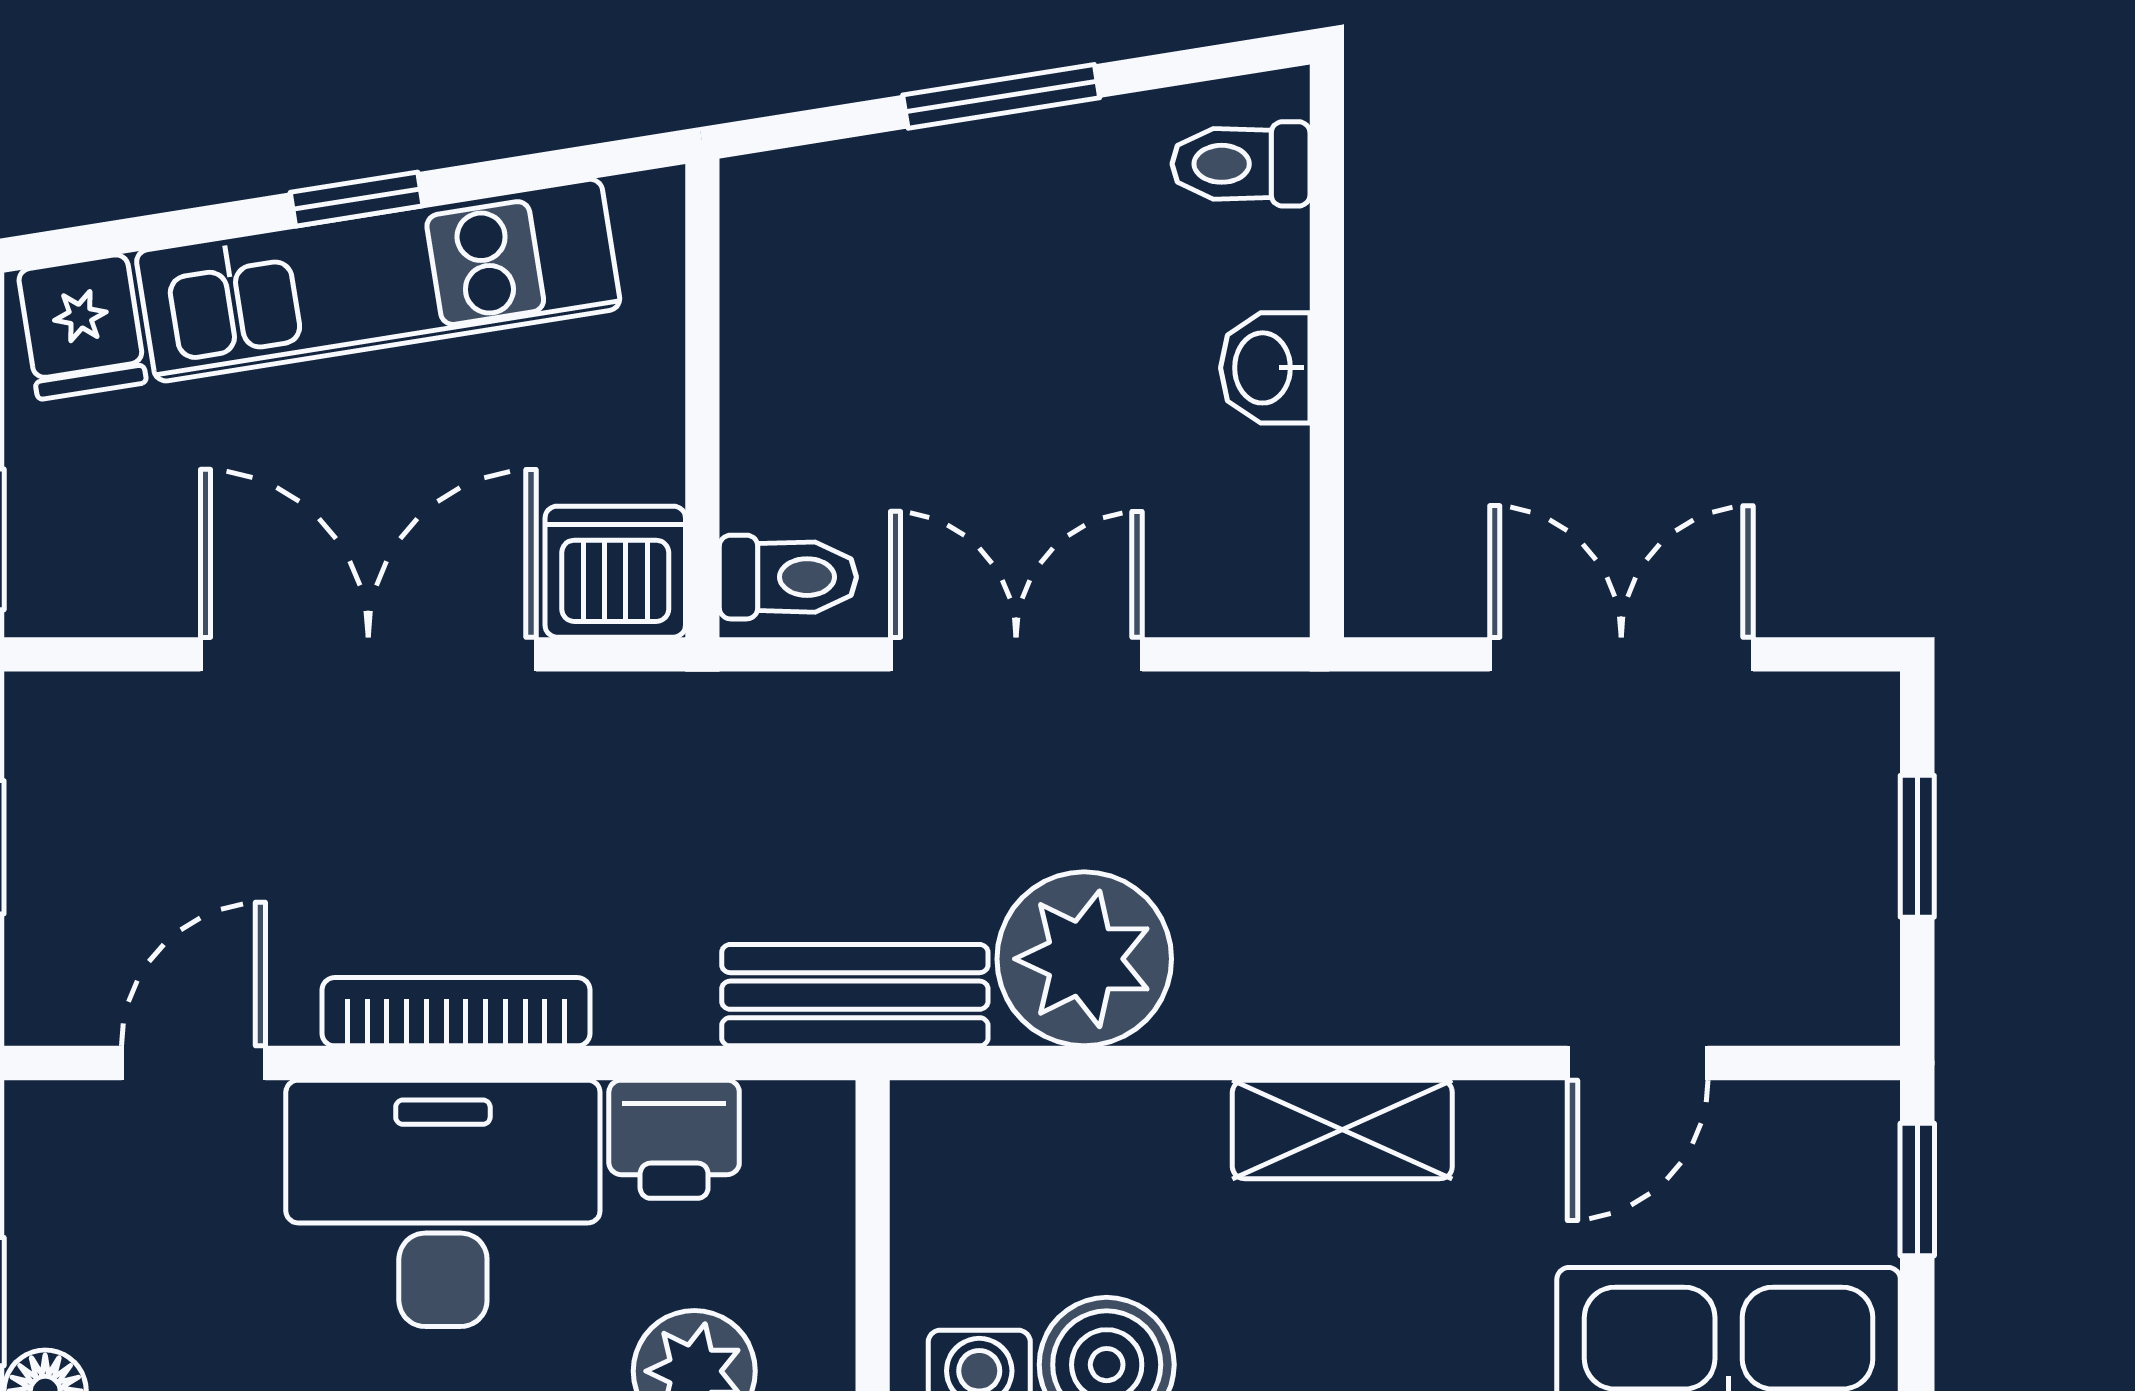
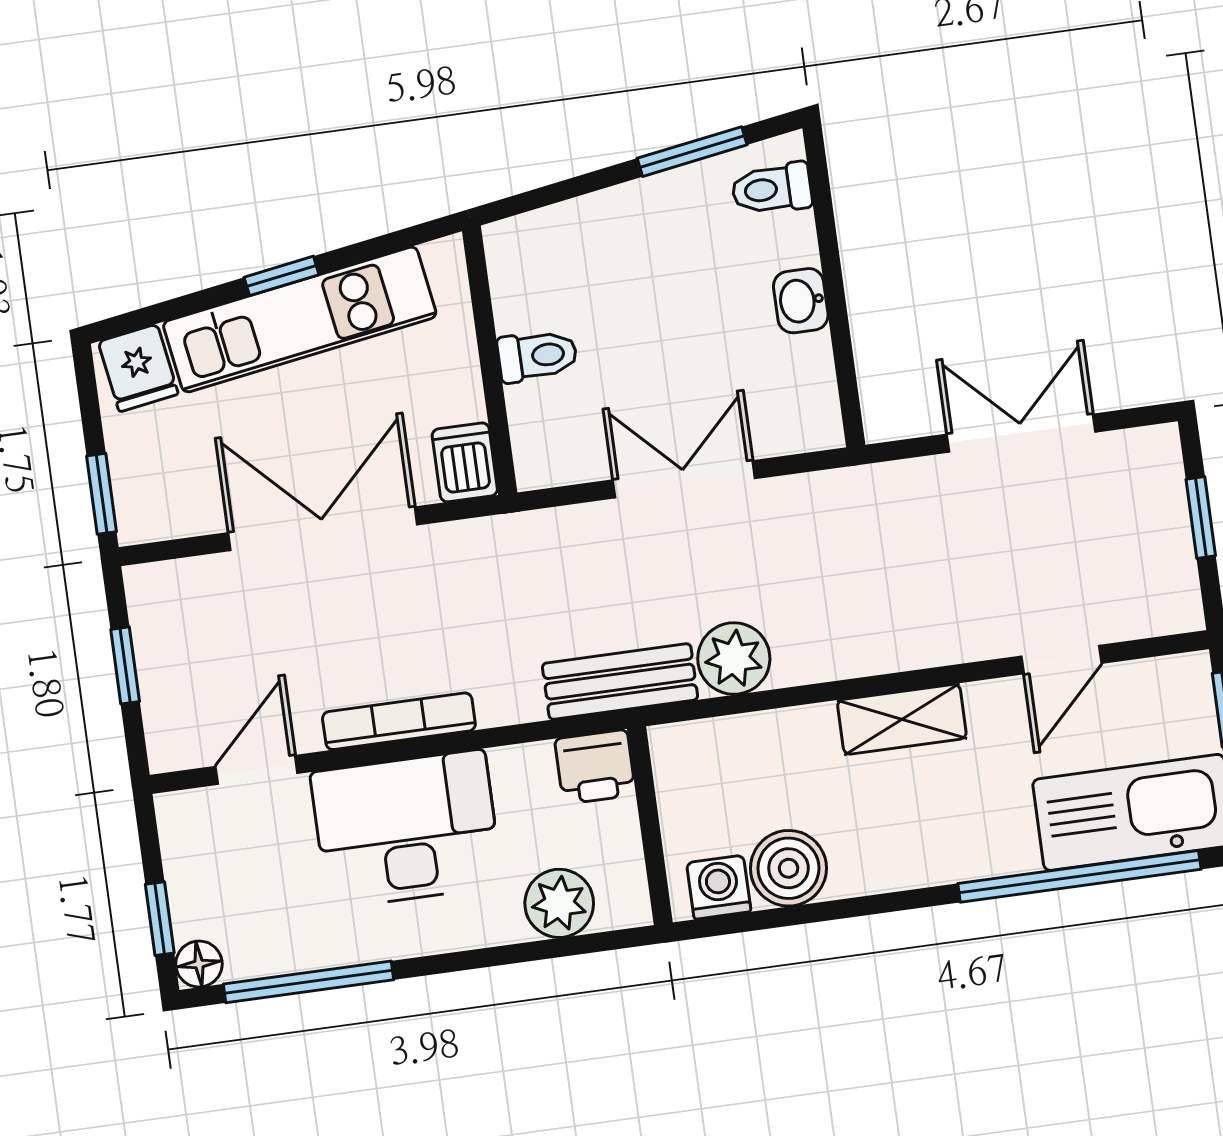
window: (1001, 96) -> (692, 152), moved
dishwasher: (615, 572) -> (465, 462), width x0.73
toilet: (788, 577) -> (537, 356), moved
plant: (1084, 959) -> (734, 659), width x0.73, depth x0.73
printer: (674, 1139) -> (595, 767), moved

